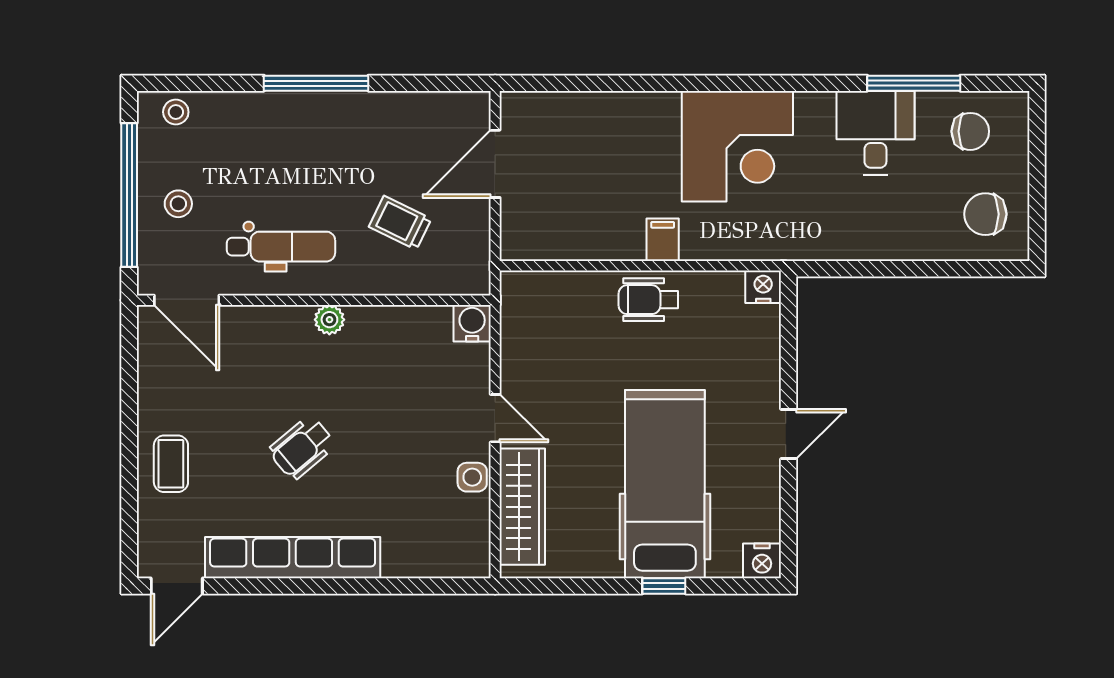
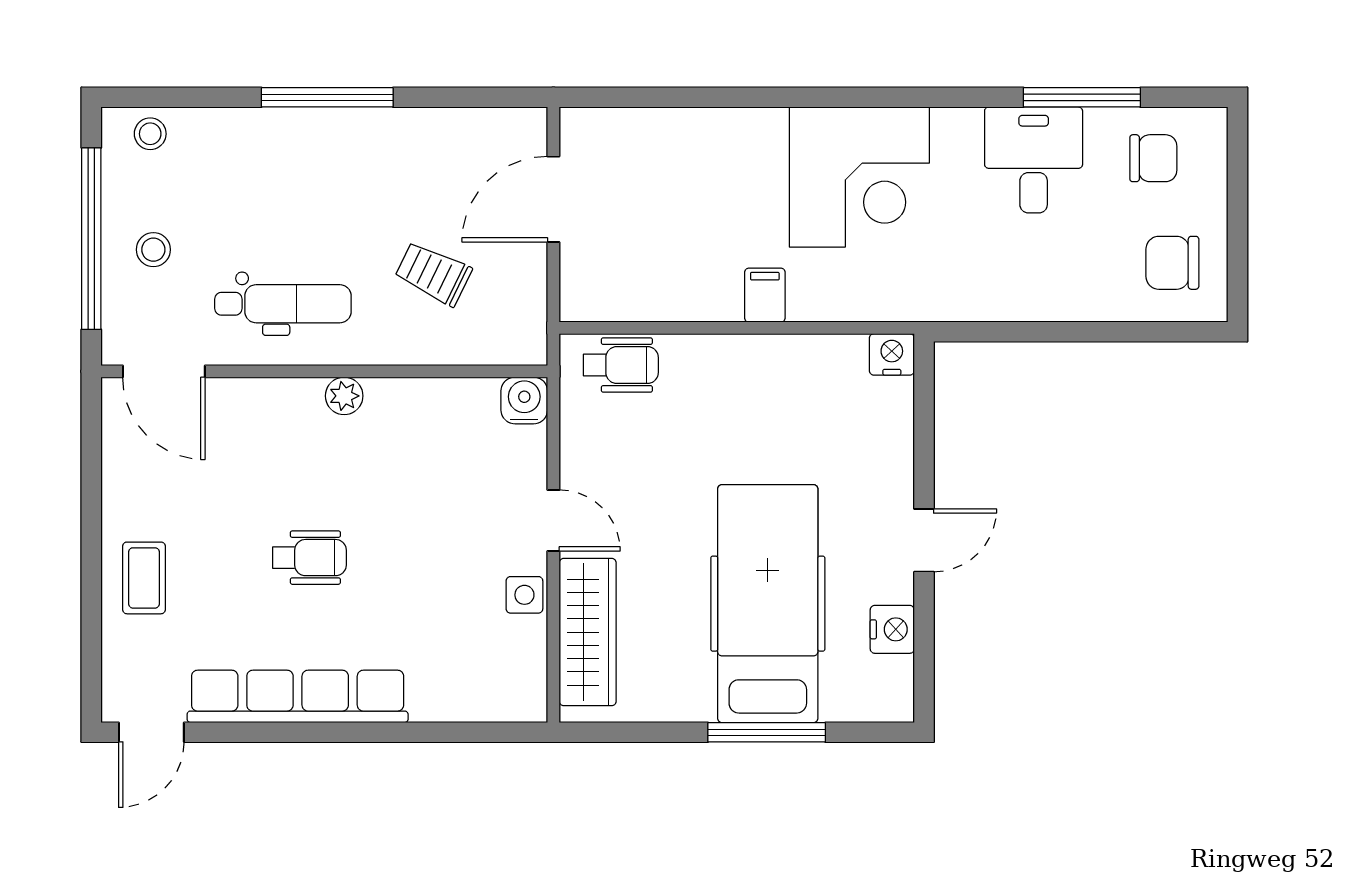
wheelchair: (648, 300) -> (621, 365), moved, turned 180
wheelchair: (302, 448) -> (309, 558), turned -140
nightstand: (762, 561) -> (892, 629), moved, turned -90
window: (664, 586) -> (767, 732), width x2.17

